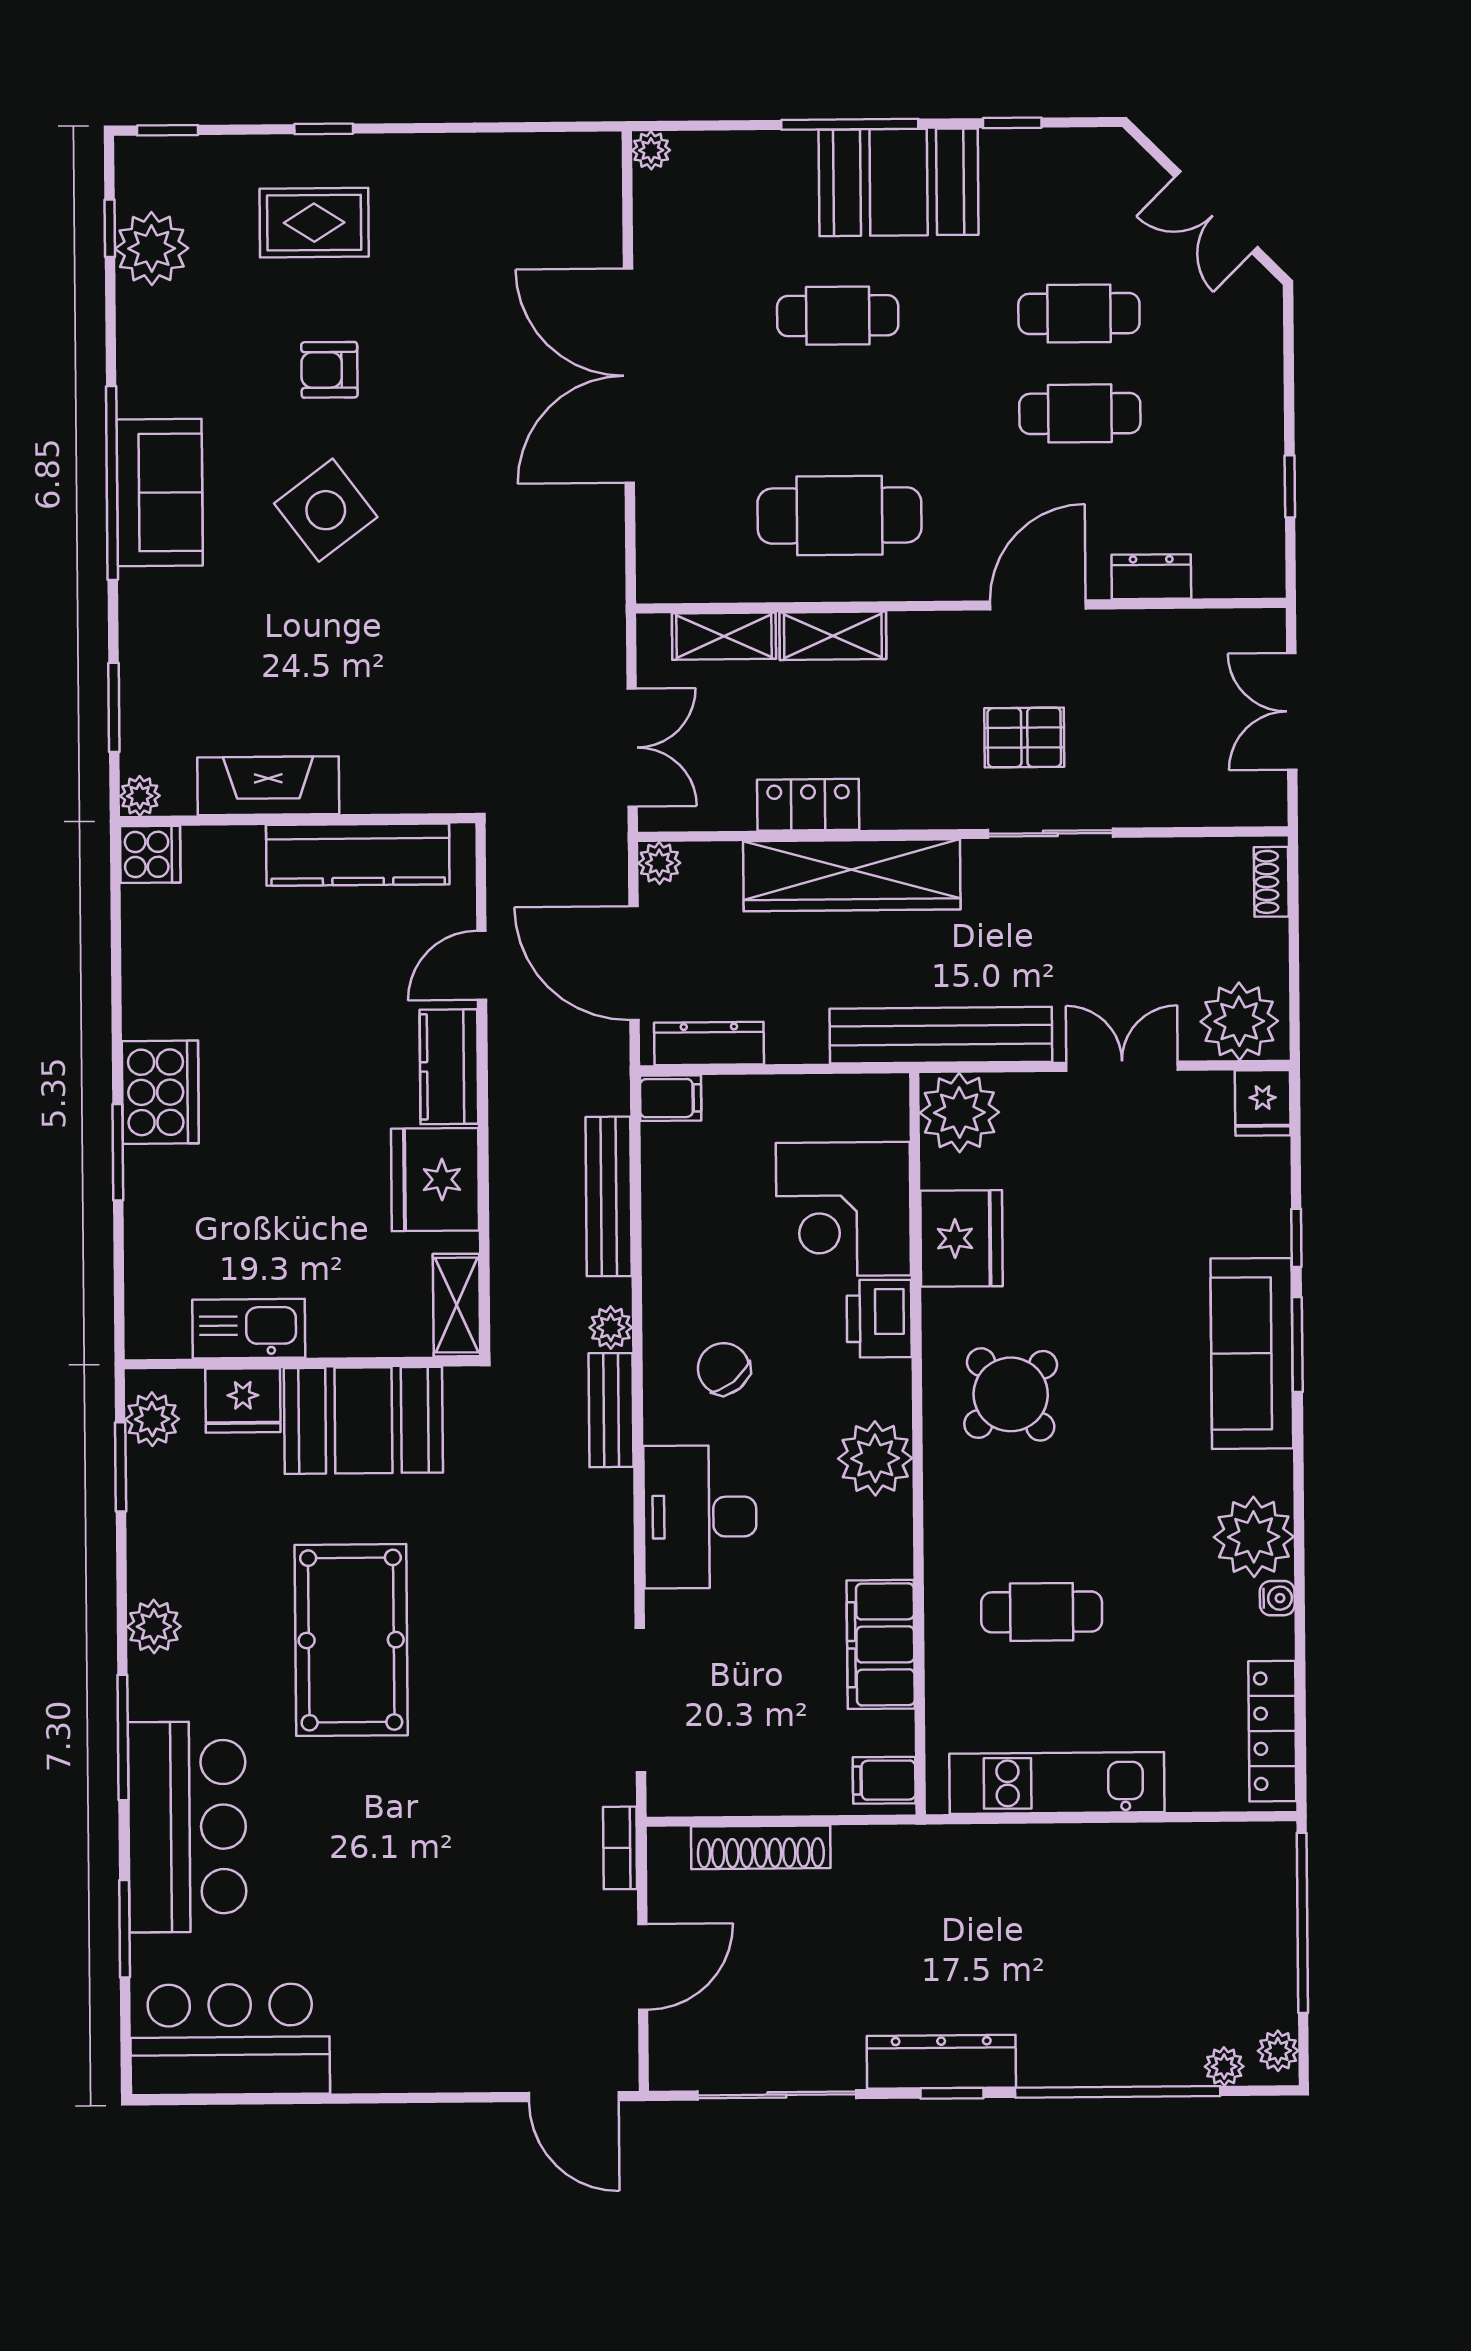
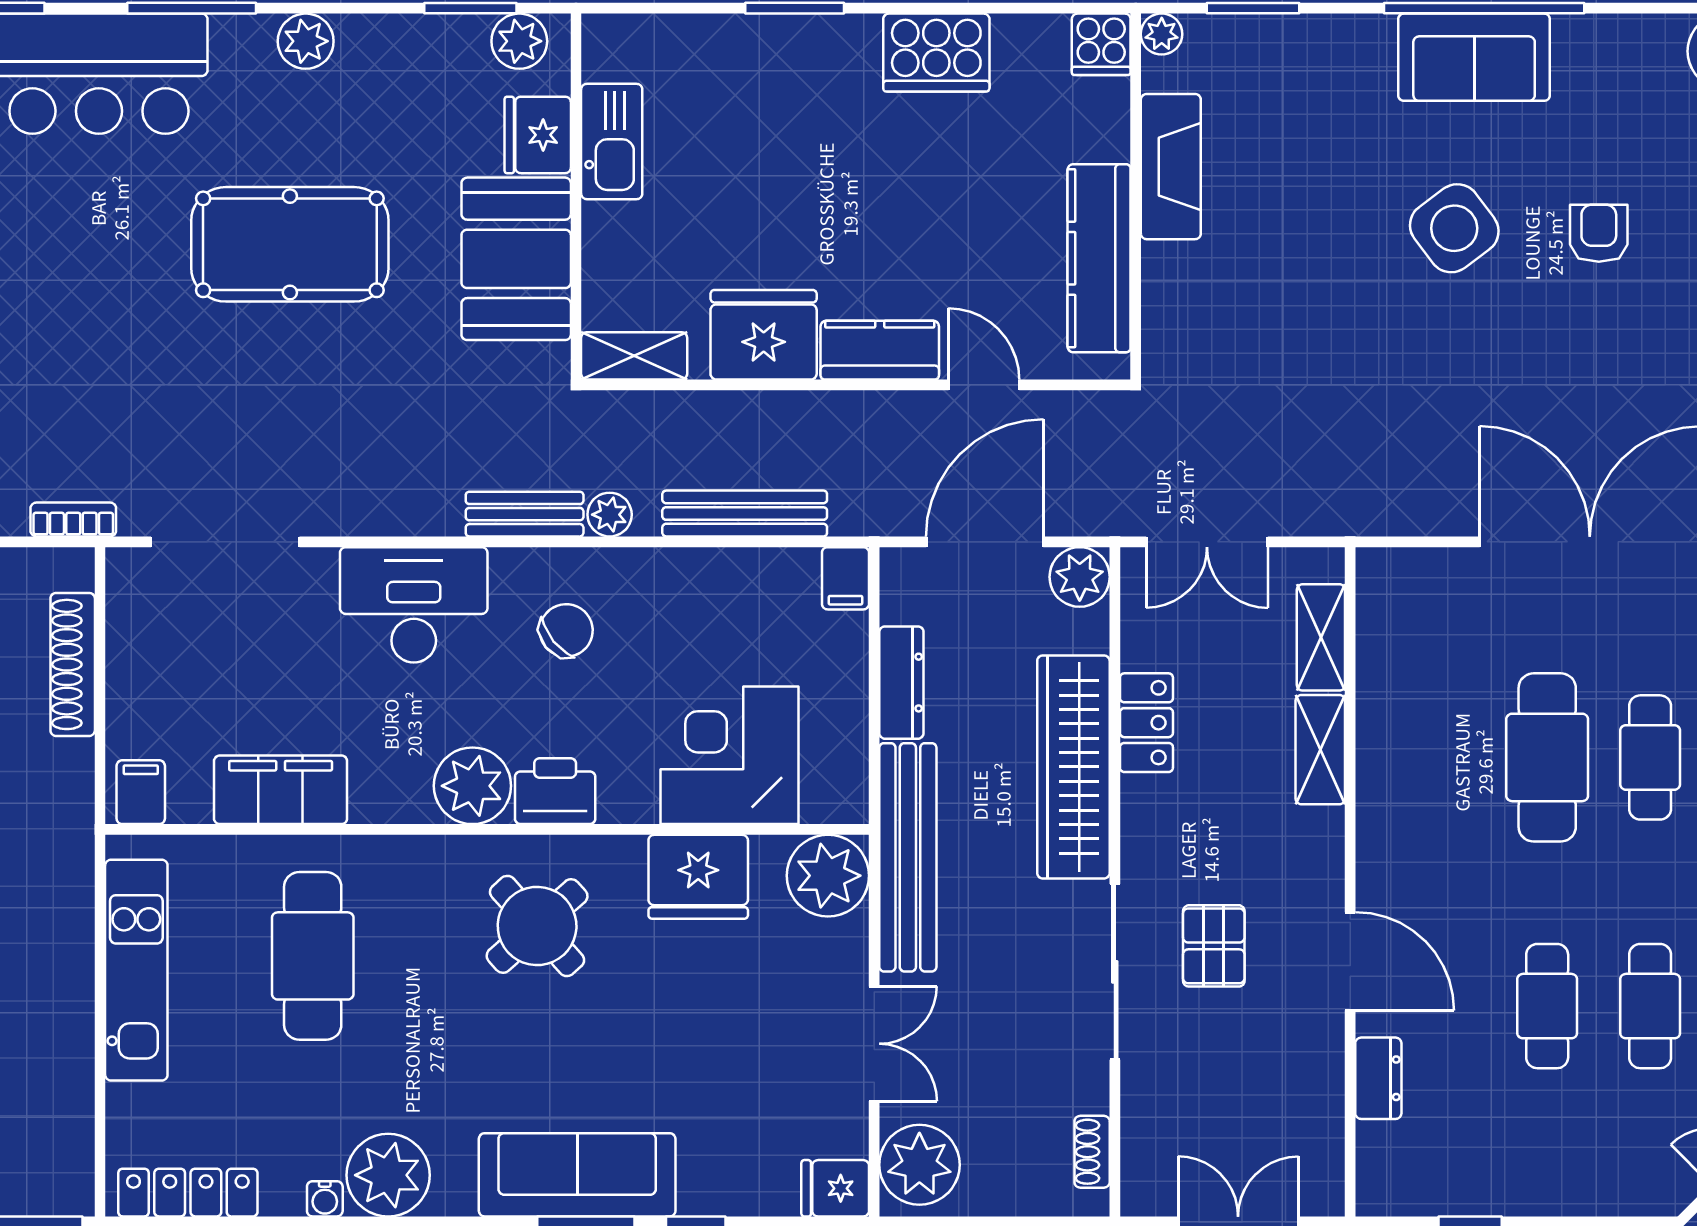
cafe table: (839, 515) -> (1547, 757), moved
sliding door: (1050, 833) -> (1115, 972), width x1.37
plant: (659, 863) -> (1080, 577), width x1.38, depth x1.38
shoe rack: (1271, 882) -> (1092, 1152), moved, turned -90
dresser: (709, 1043) -> (901, 683), moved
cooker: (160, 1092) -> (936, 53), moved
printer: (879, 1319) -> (555, 791), moved
cafe table: (1042, 1612) -> (313, 956), width x1.37, depth x1.35

